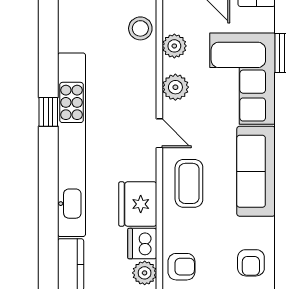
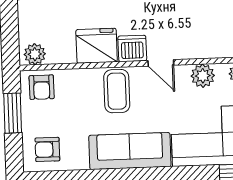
door: (159, 133) -> (161, 63), hinge flipped
coffee table: (189, 183) -> (117, 91), turned 90
dishwasher: (142, 244) -> (132, 48), moved

